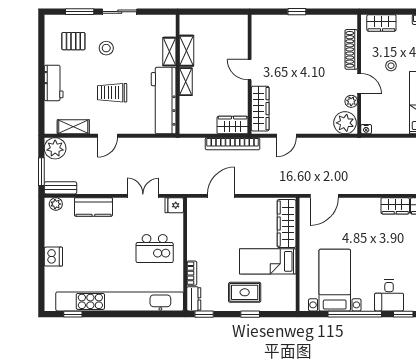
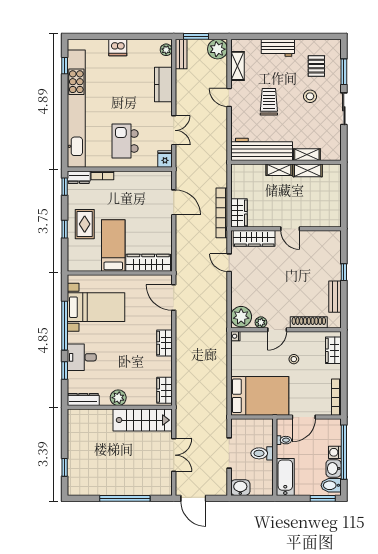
bench: (323, 21) -> (335, 297), added
door: (250, 70) -> (290, 229), swing flipped
wardrobe: (395, 206) -> (165, 343), moved

